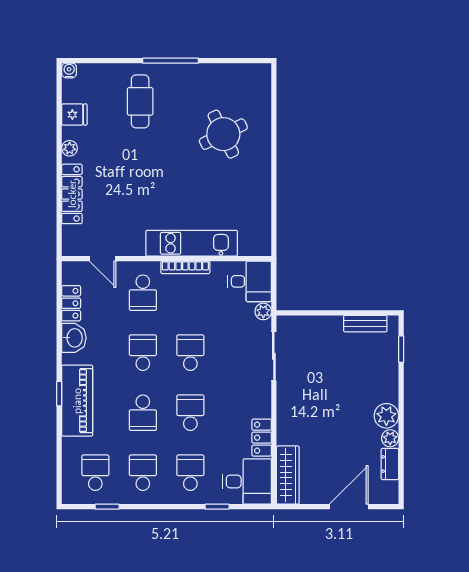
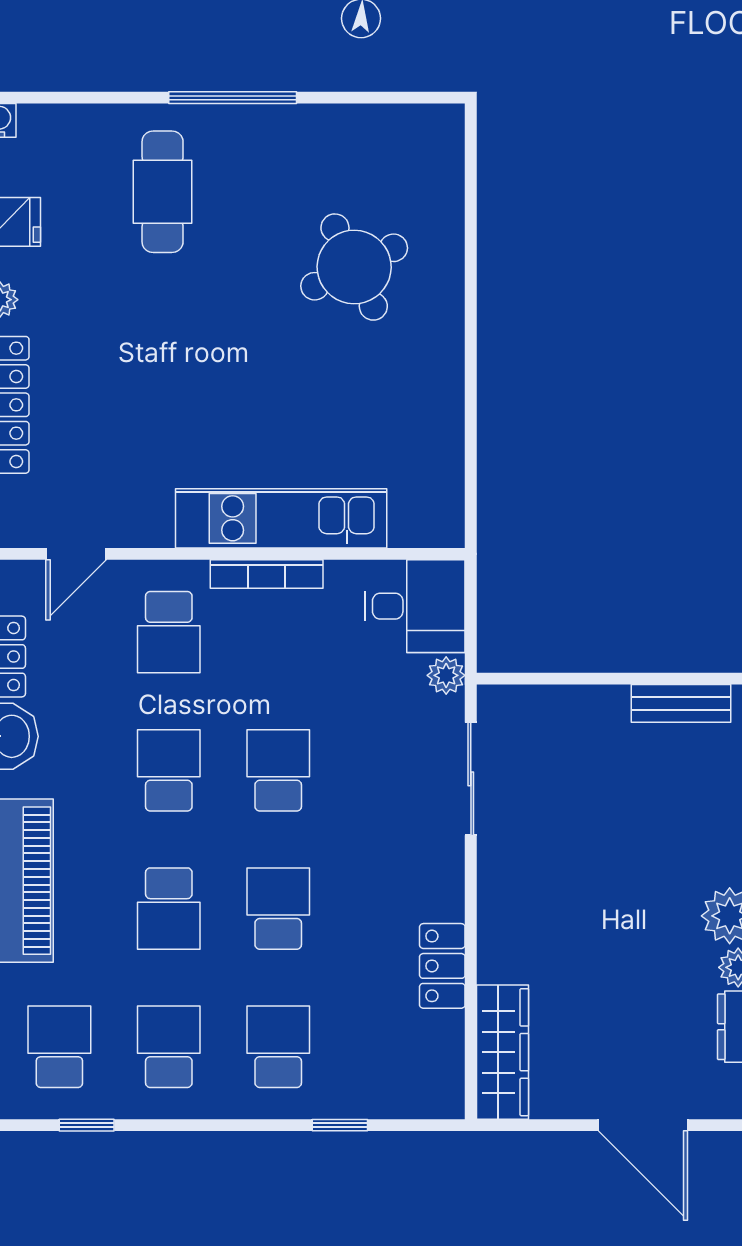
door: (103, 259) -> (76, 554), hinge flipped
desk: (247, 481) -> (409, 1067), removed
door: (349, 507) -> (643, 1125), swing flipped

